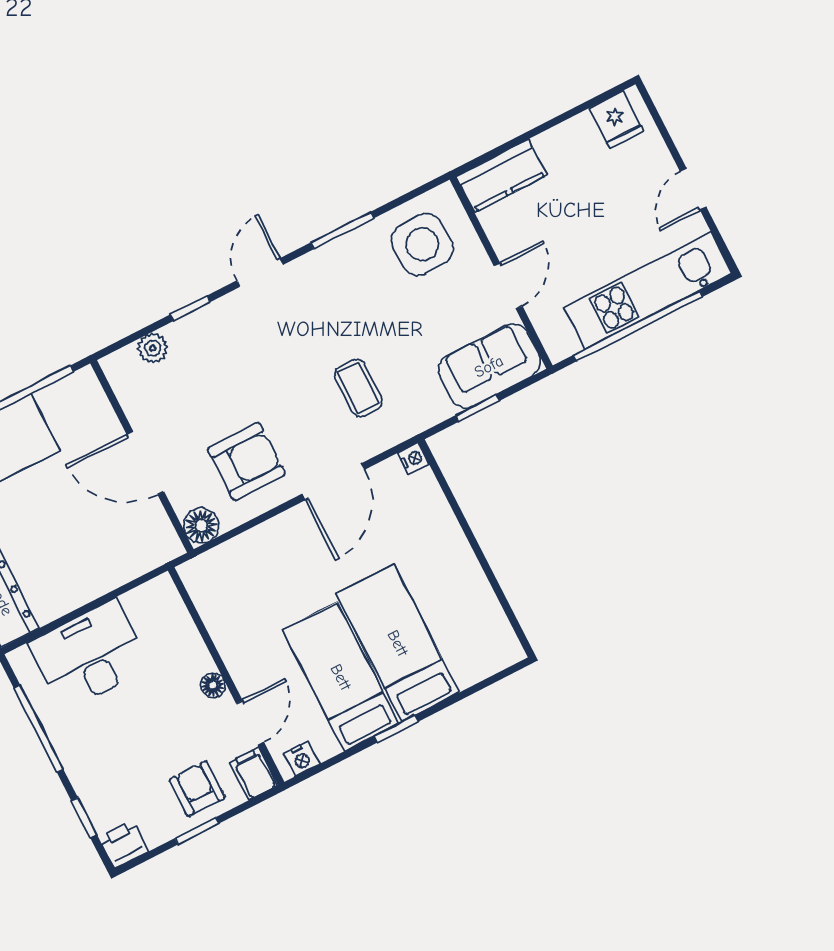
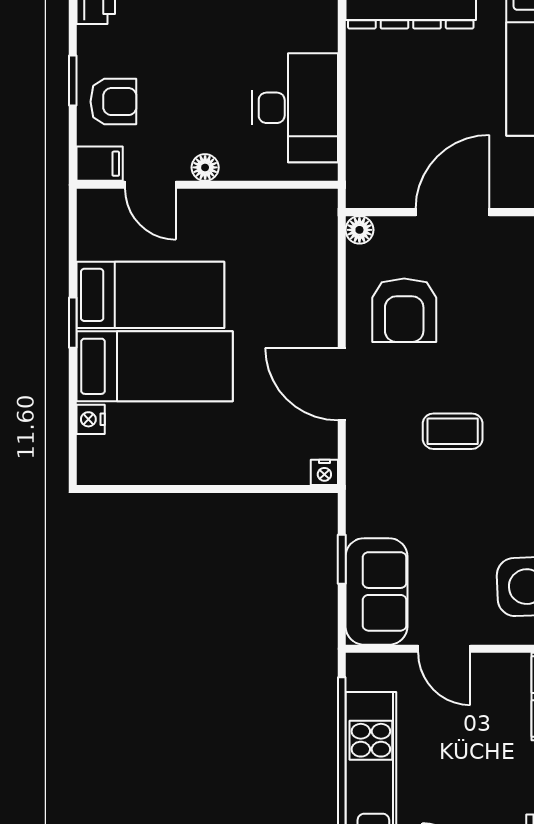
coffee table: (358, 388) -> (453, 431), moved
floor lamp: (201, 526) -> (359, 230), width x0.73, depth x0.73
desk: (89, 655) -> (295, 108), moved
nightstand: (301, 759) -> (91, 419), moved

